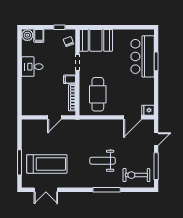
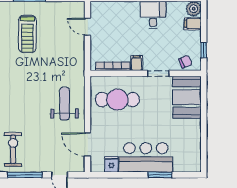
bar counter: (143, 56) -> (146, 157), moved
fridge: (148, 110) -> (111, 164), moved
door: (54, 117) -> (88, 27), moved
weight bench: (102, 161) -> (65, 104), moved
treadmill: (47, 164) -> (27, 34), width x0.73, depth x0.73

